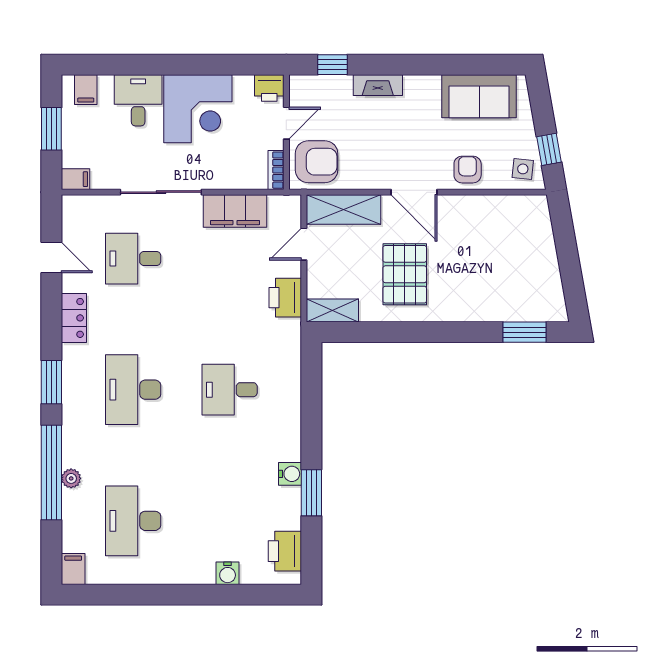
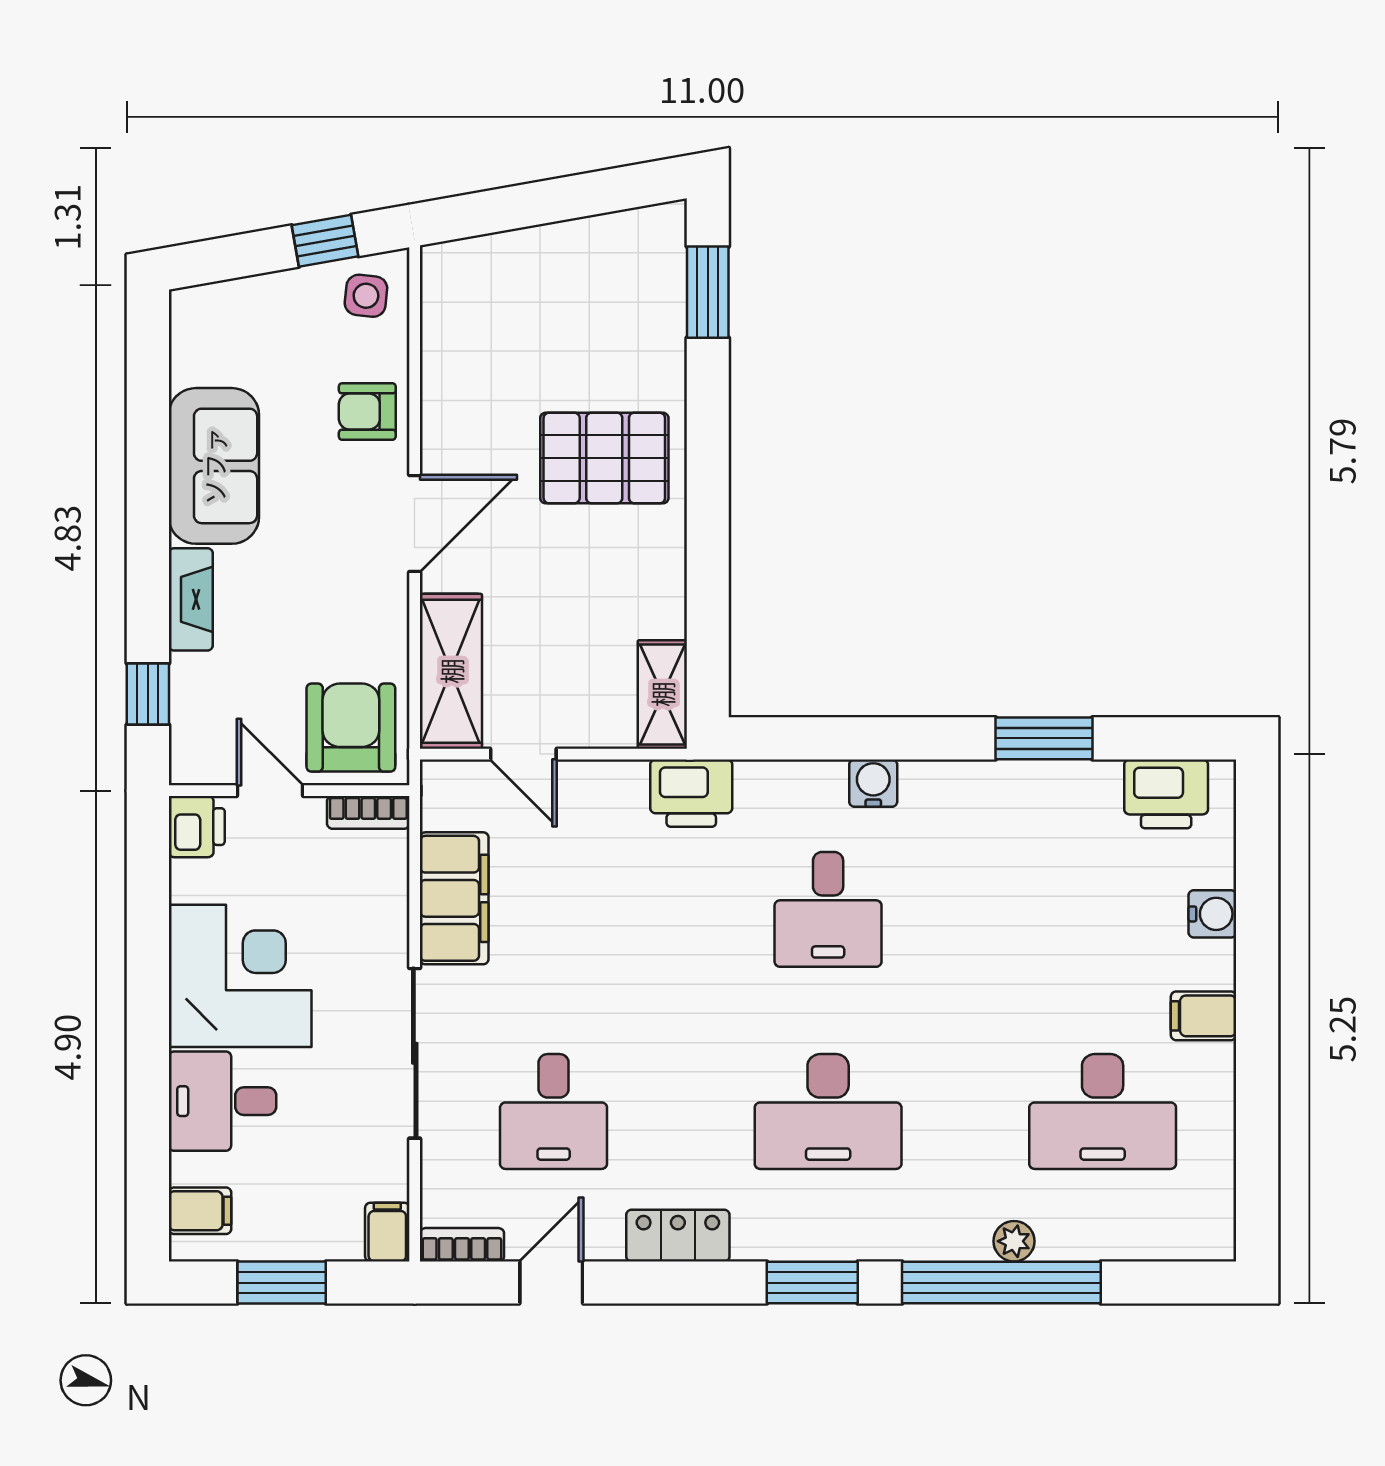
sofa: (479, 96) -> (214, 466), moved
bookcase: (69, 215) -> (462, 1245), added
pallet: (405, 274) -> (604, 458), moved
printer: (285, 298) -> (691, 793), moved
water cooler: (290, 474) -> (873, 783), moved
filing cabinet: (73, 569) -> (1204, 1016), moved

